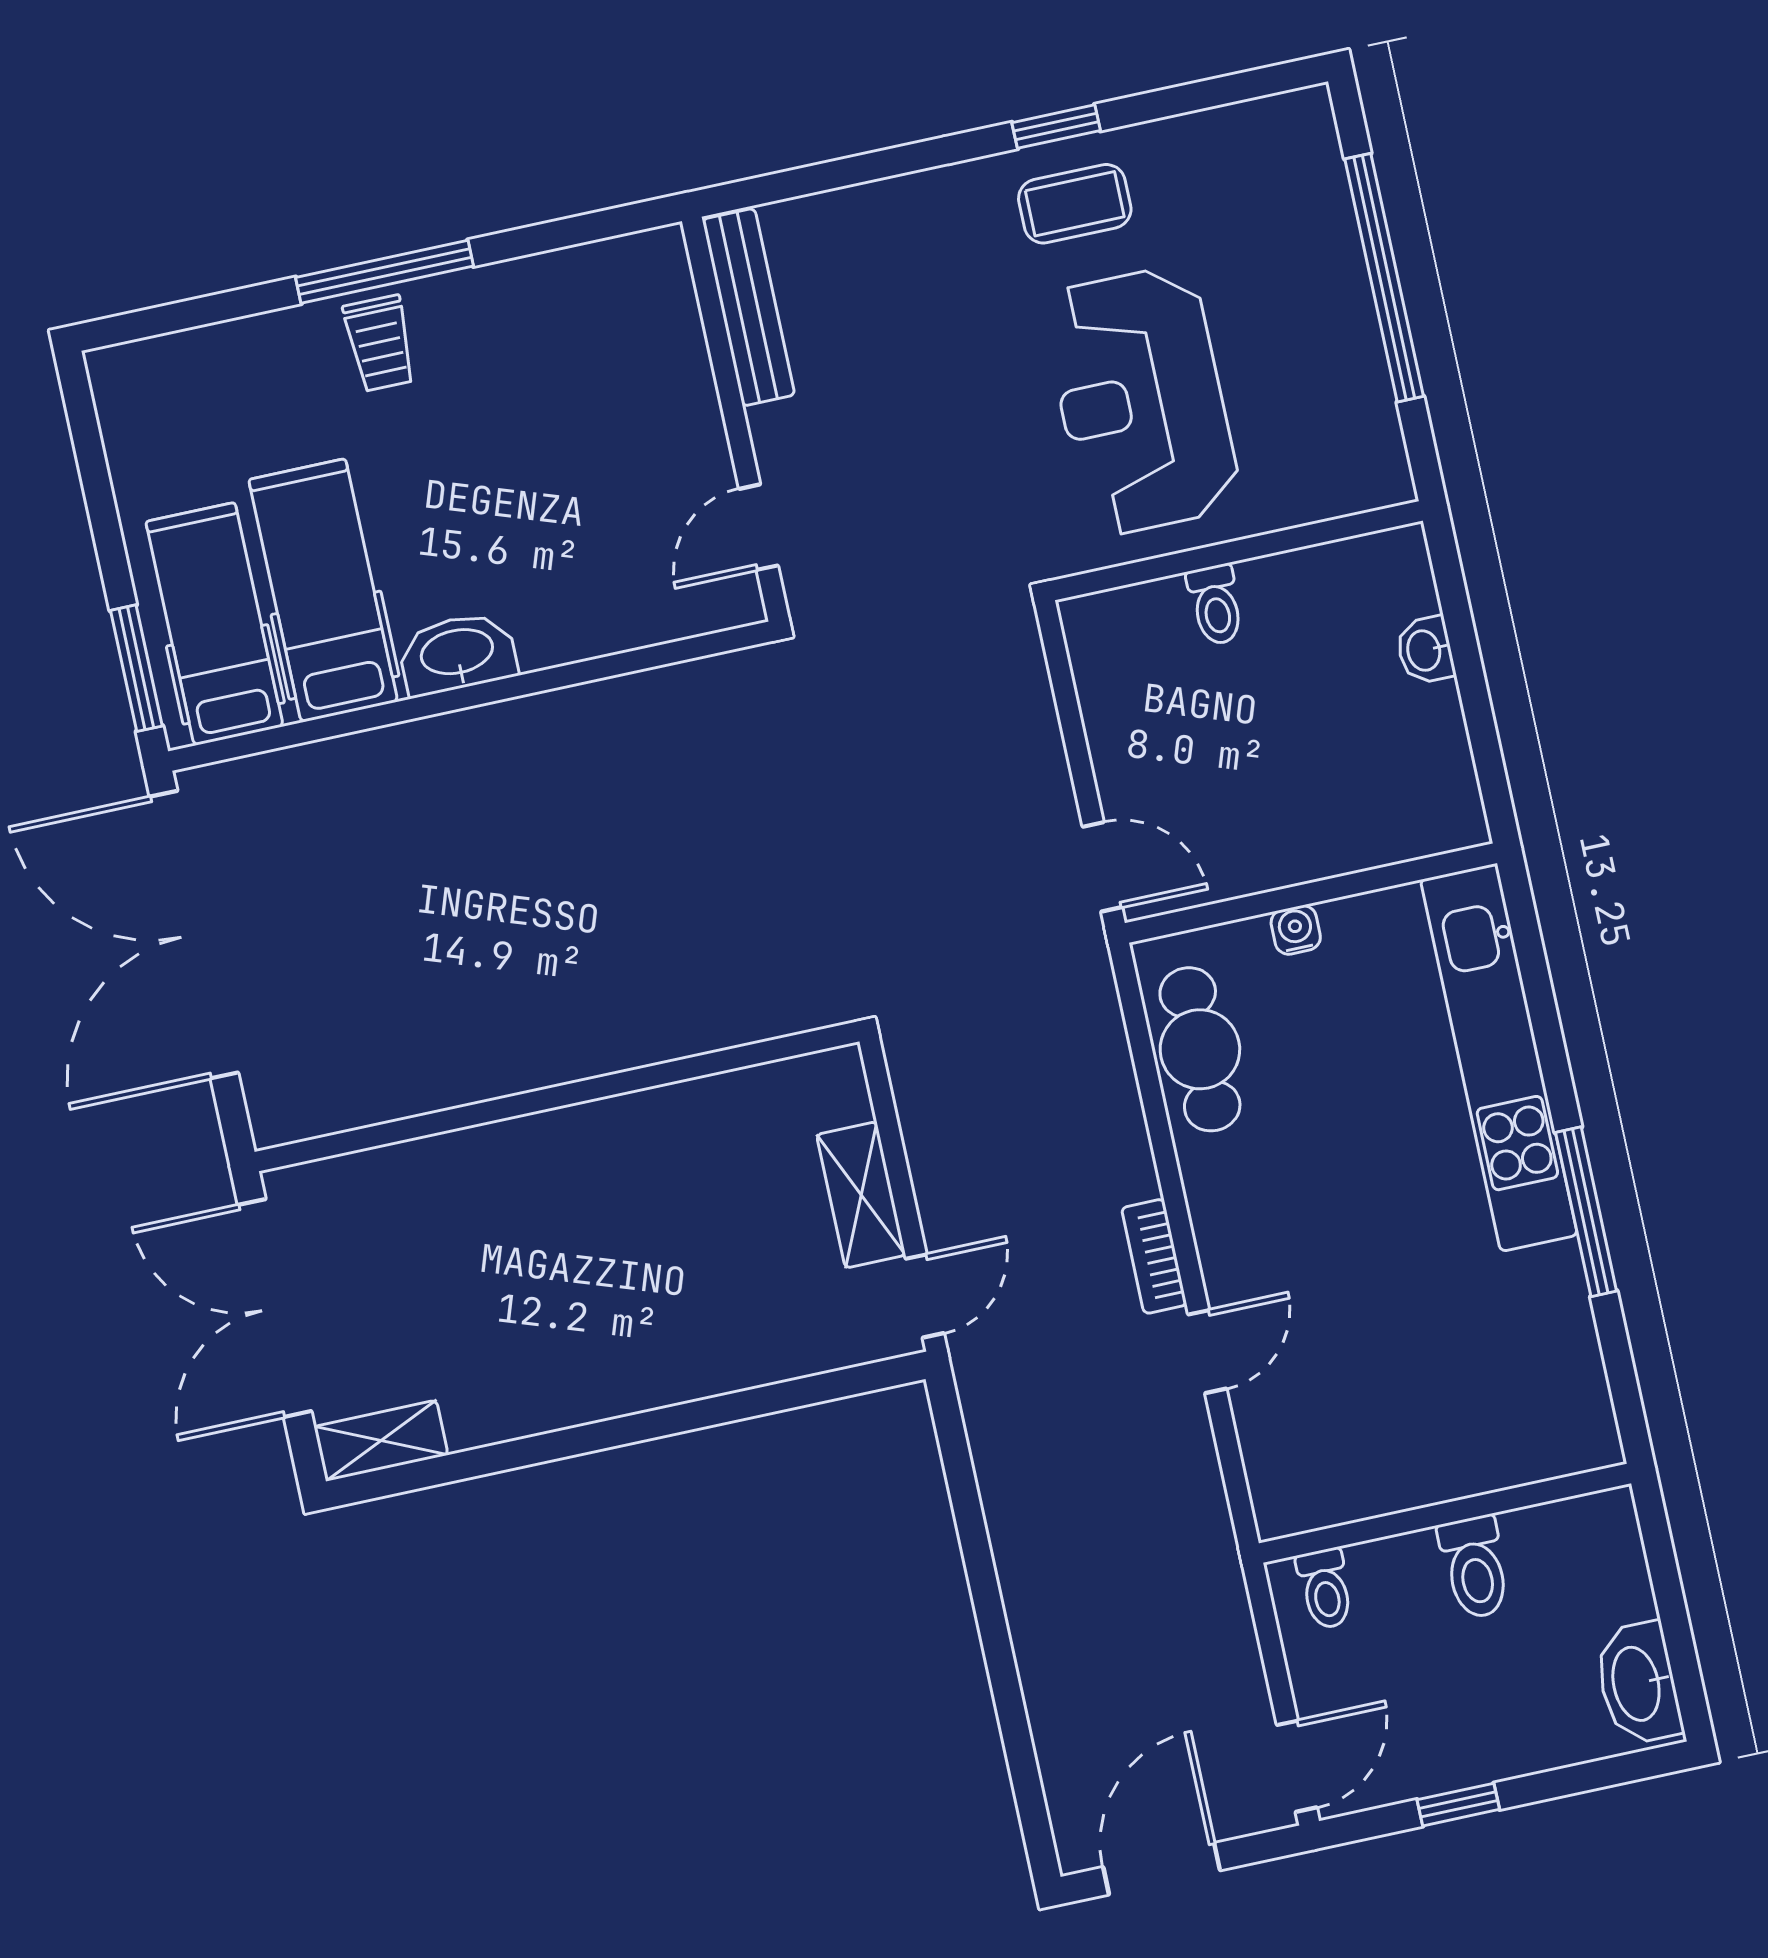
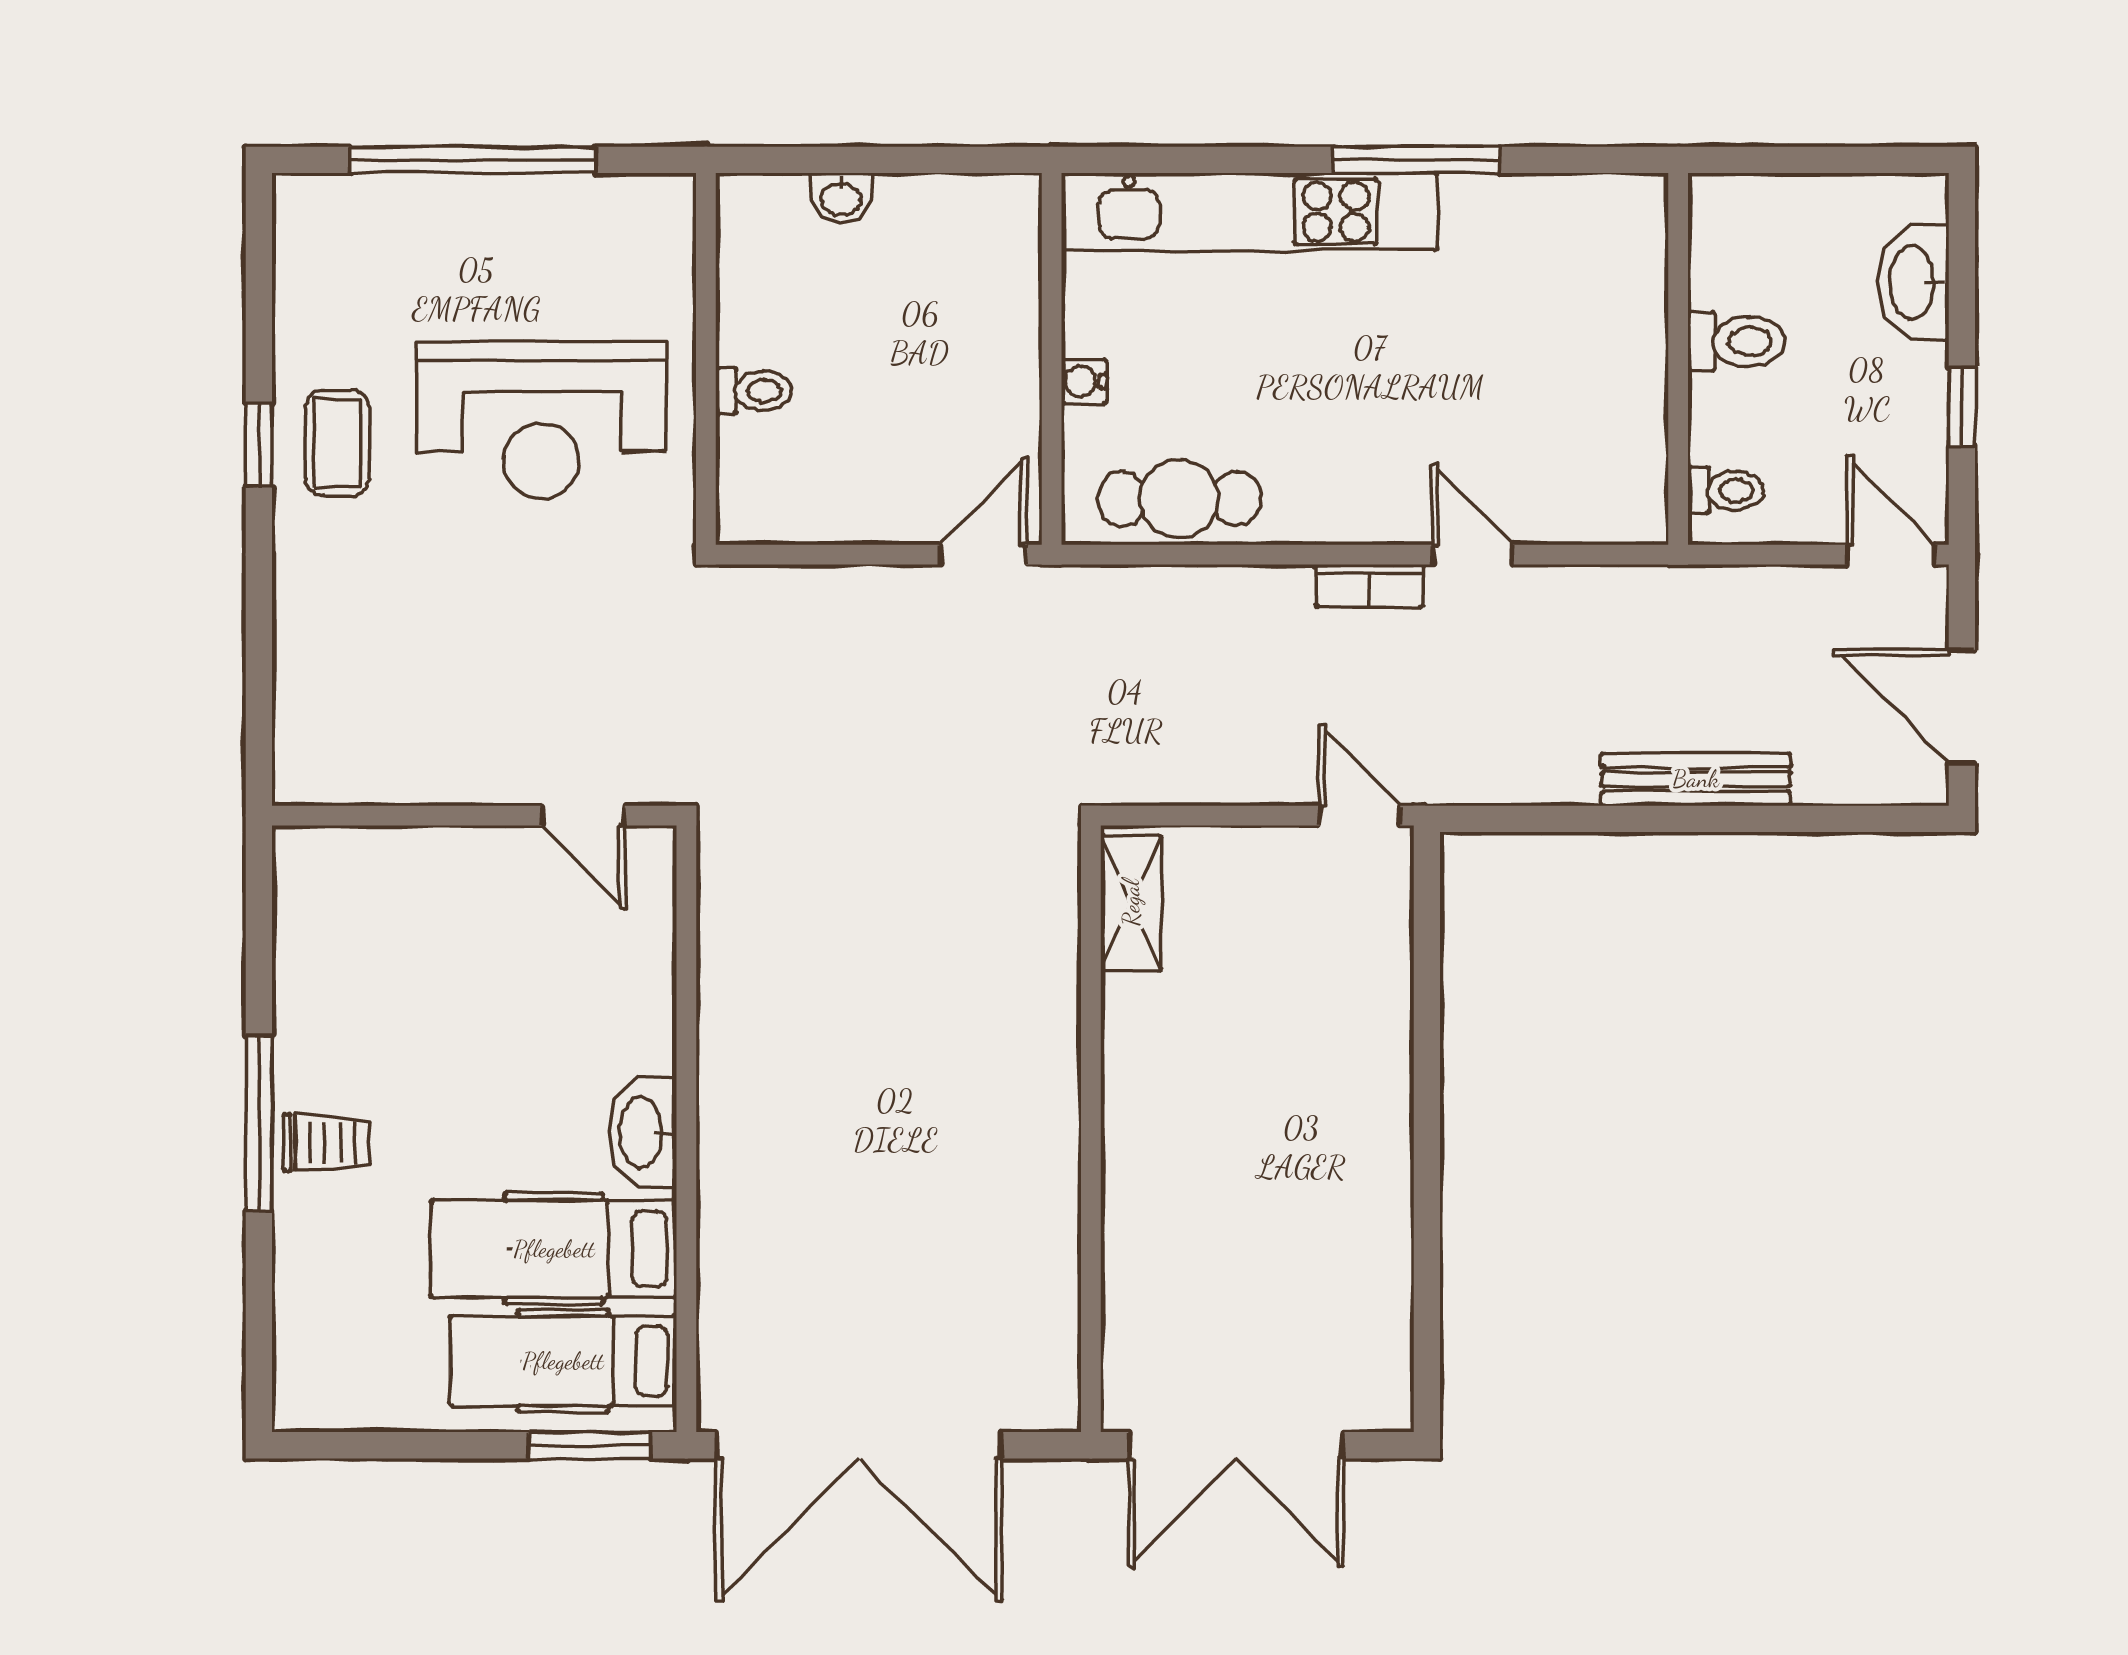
bench: (748, 307) -> (1696, 779), moved
shelving: (861, 1195) -> (1131, 903), moved, turned 90
shelving: (381, 1441) -> (1386, 1370), removed
washbasin: (1638, 1683) -> (1914, 282), moved, turned 90

